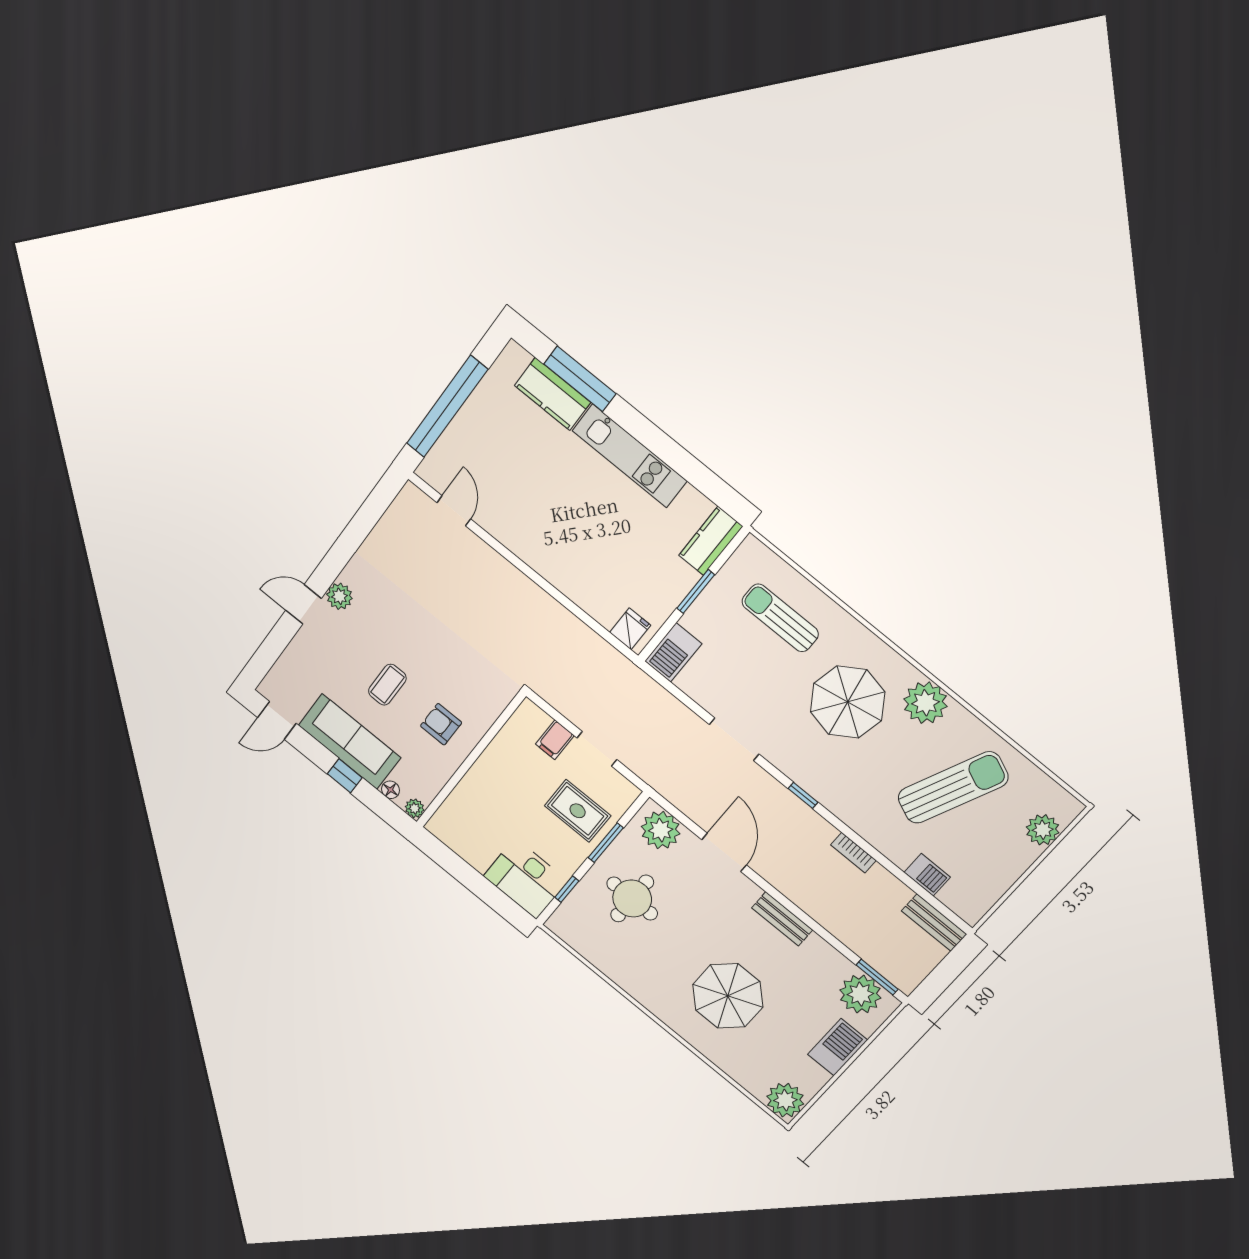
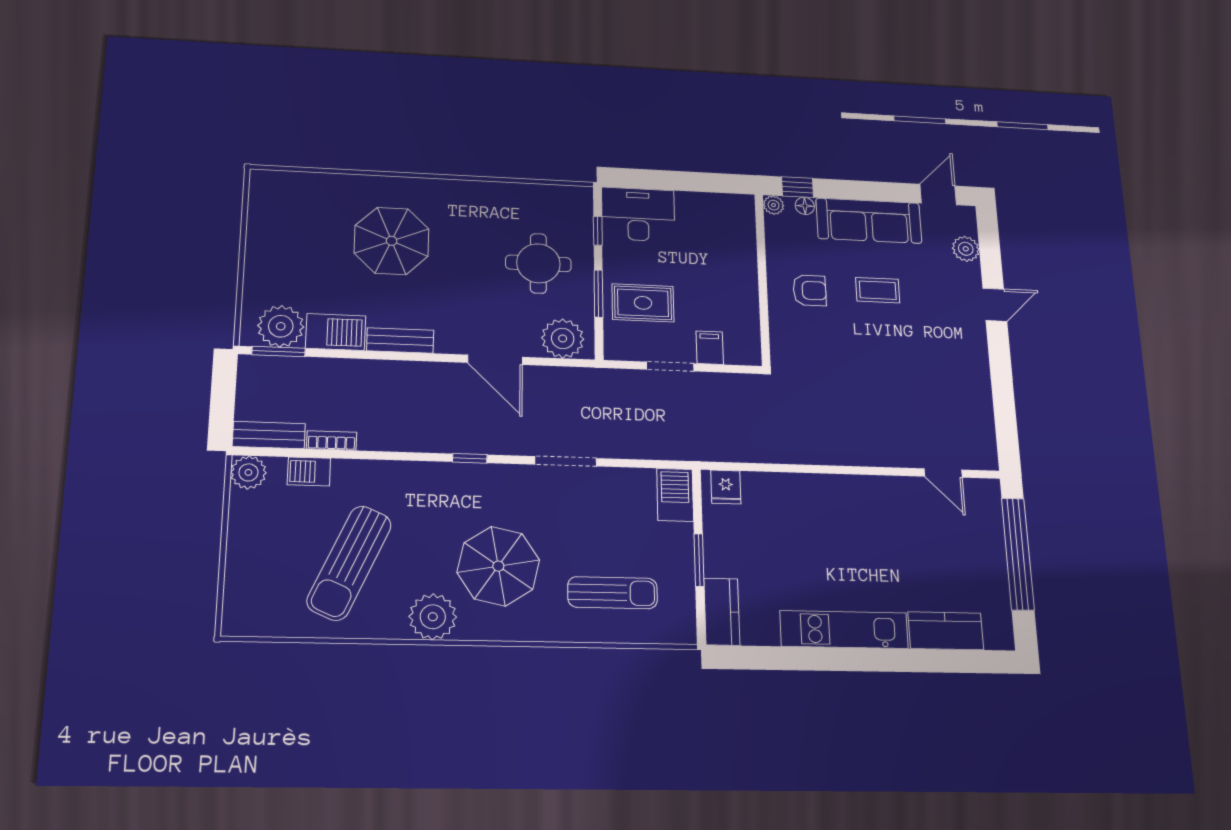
window: (580, 379) -> (935, 661), removed
plant: (339, 596) -> (966, 249), moved
coffee table: (387, 685) -> (878, 290), turned 90
window: (345, 776) -> (798, 187), moved
plant: (1043, 830) -> (248, 472), moved
bookcase: (853, 853) -> (332, 441), moved
barbecue: (837, 1047) -> (336, 332), moved, turned -90
plant: (785, 1100) -> (269, 188), removed

